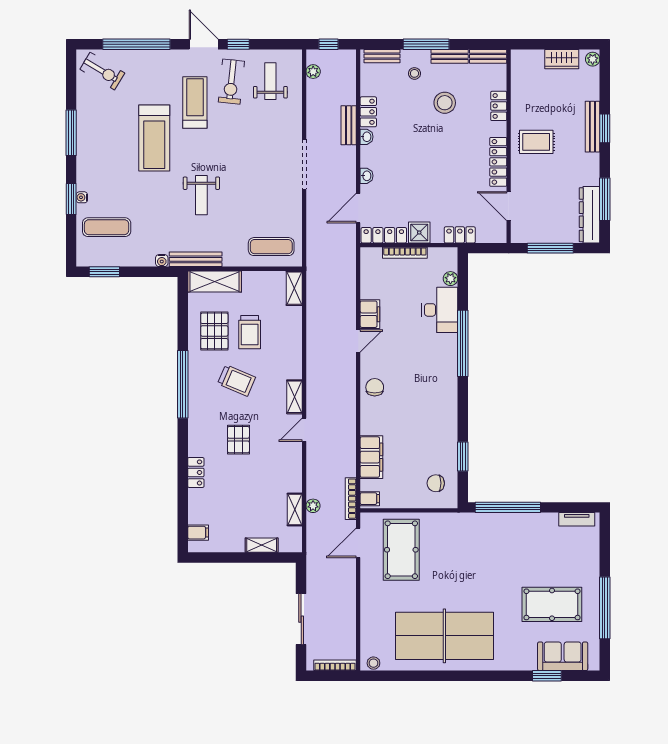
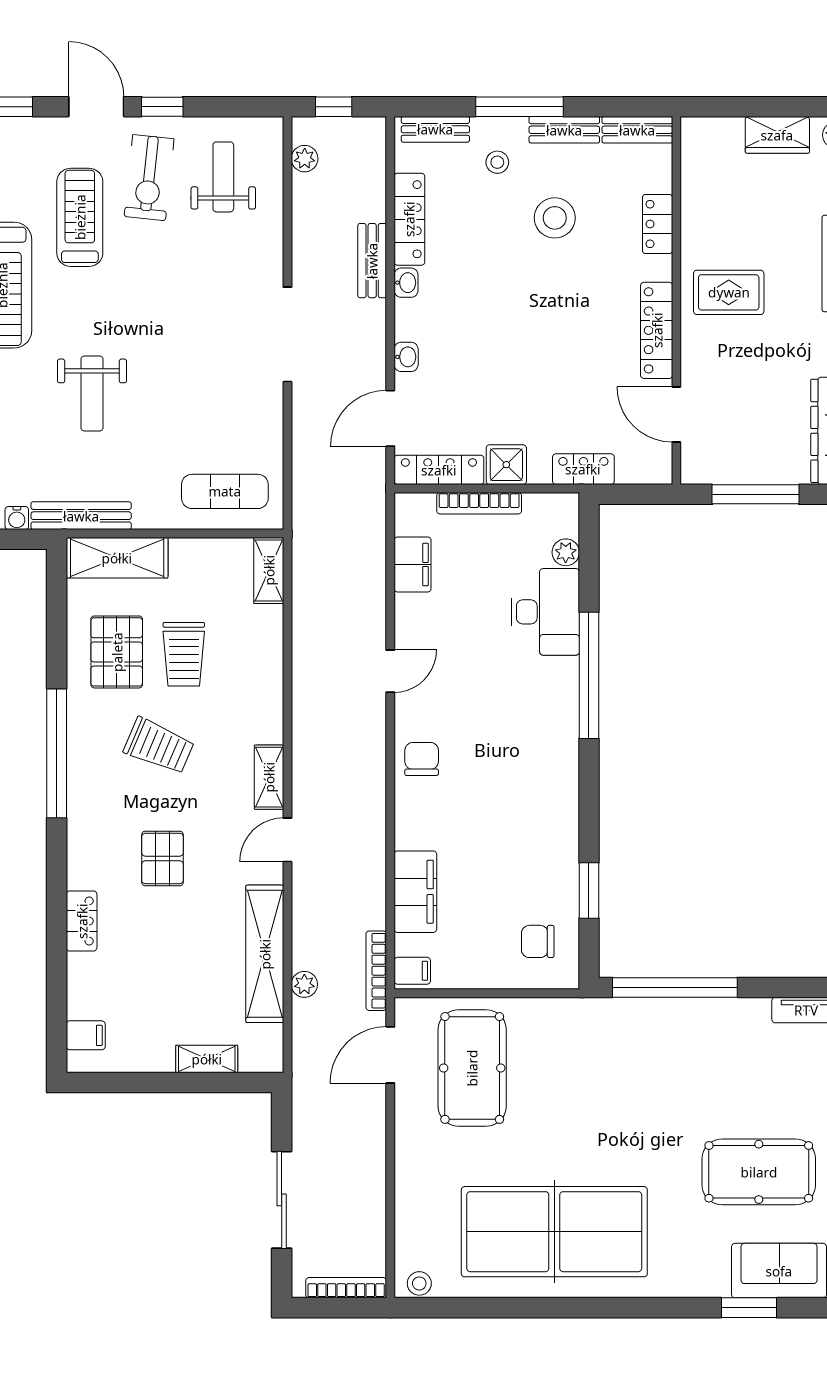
locker: (368, 112) -> (409, 219), width x1.53
filing cabinet: (370, 314) -> (413, 564), moved
shelving: (295, 509) -> (265, 954), width x2.20, depth x1.33

